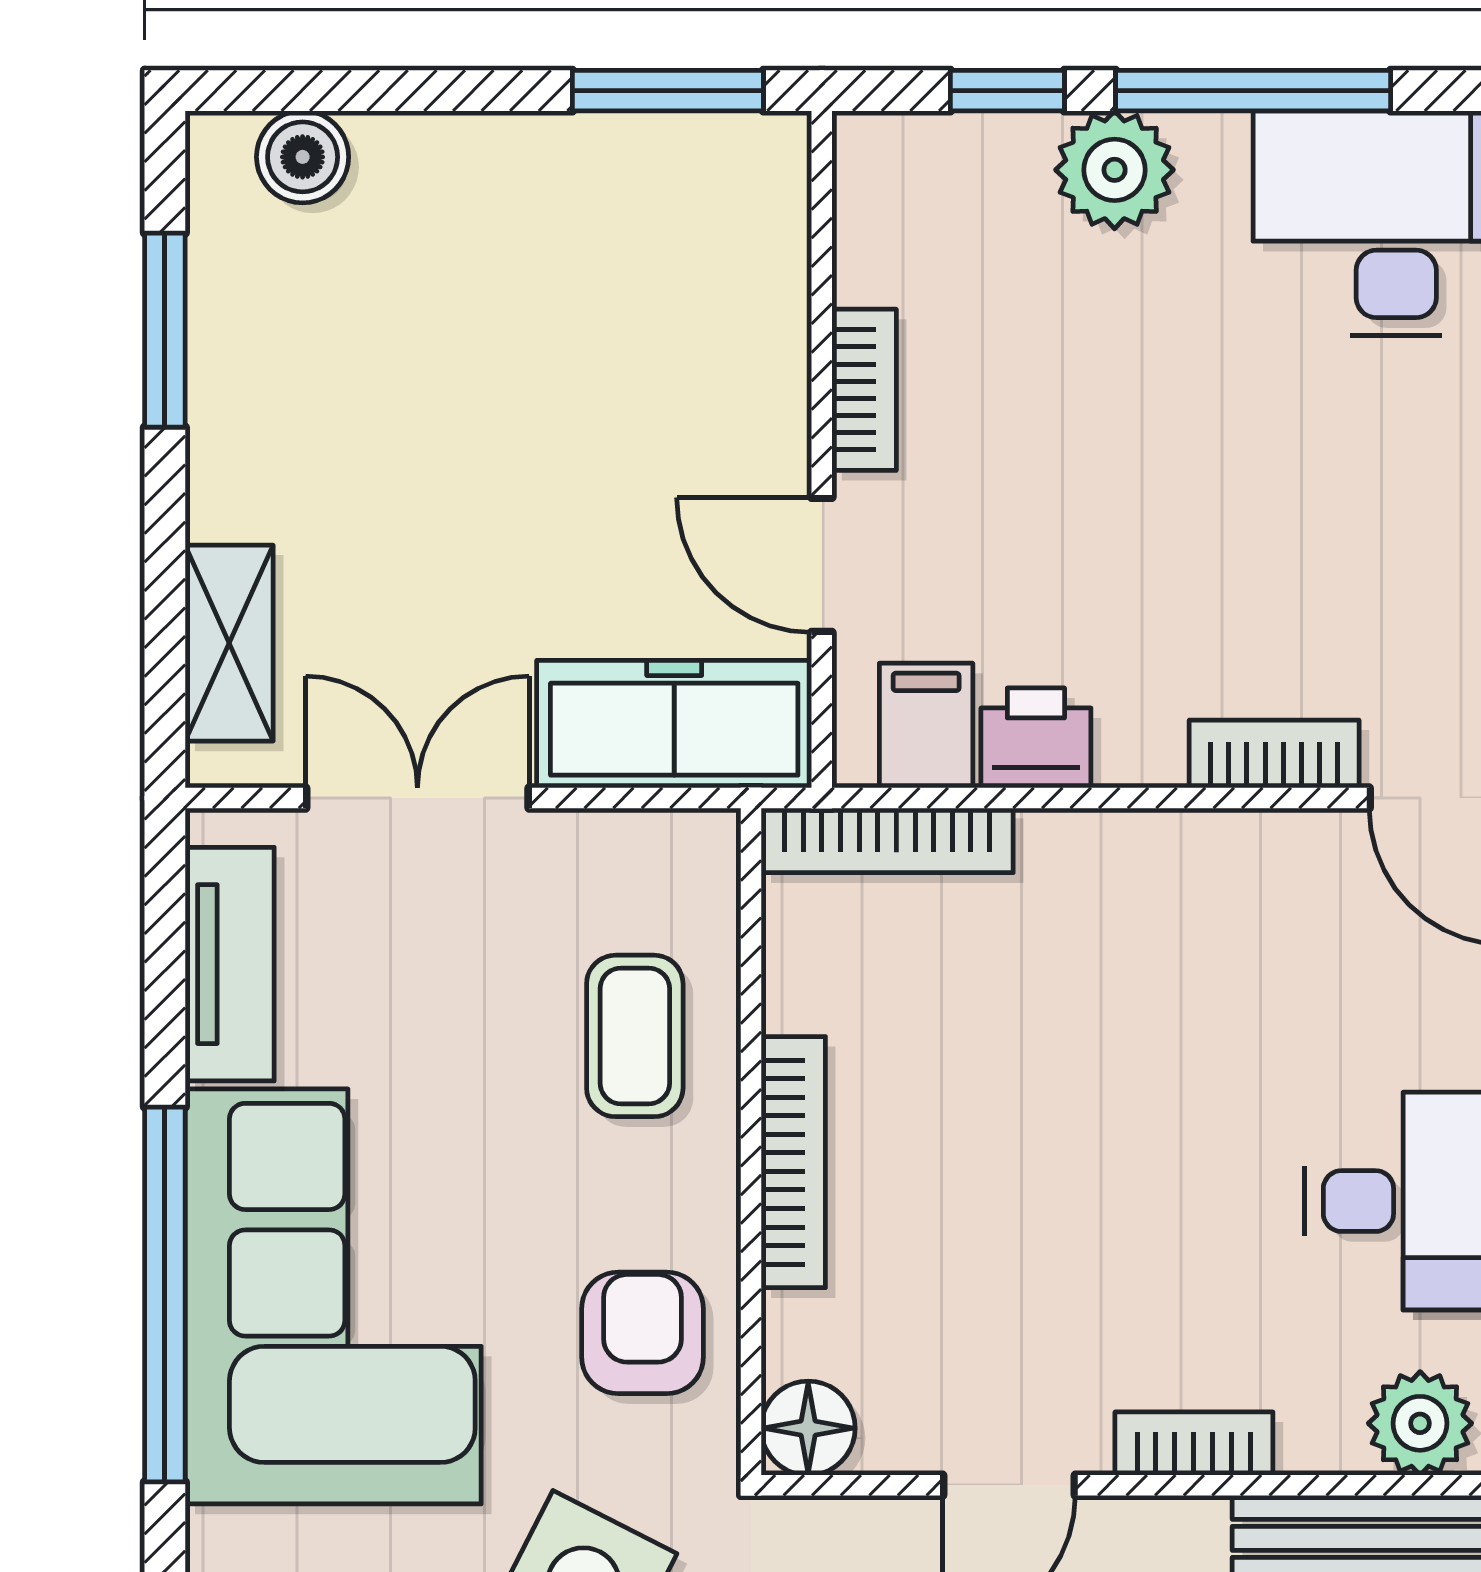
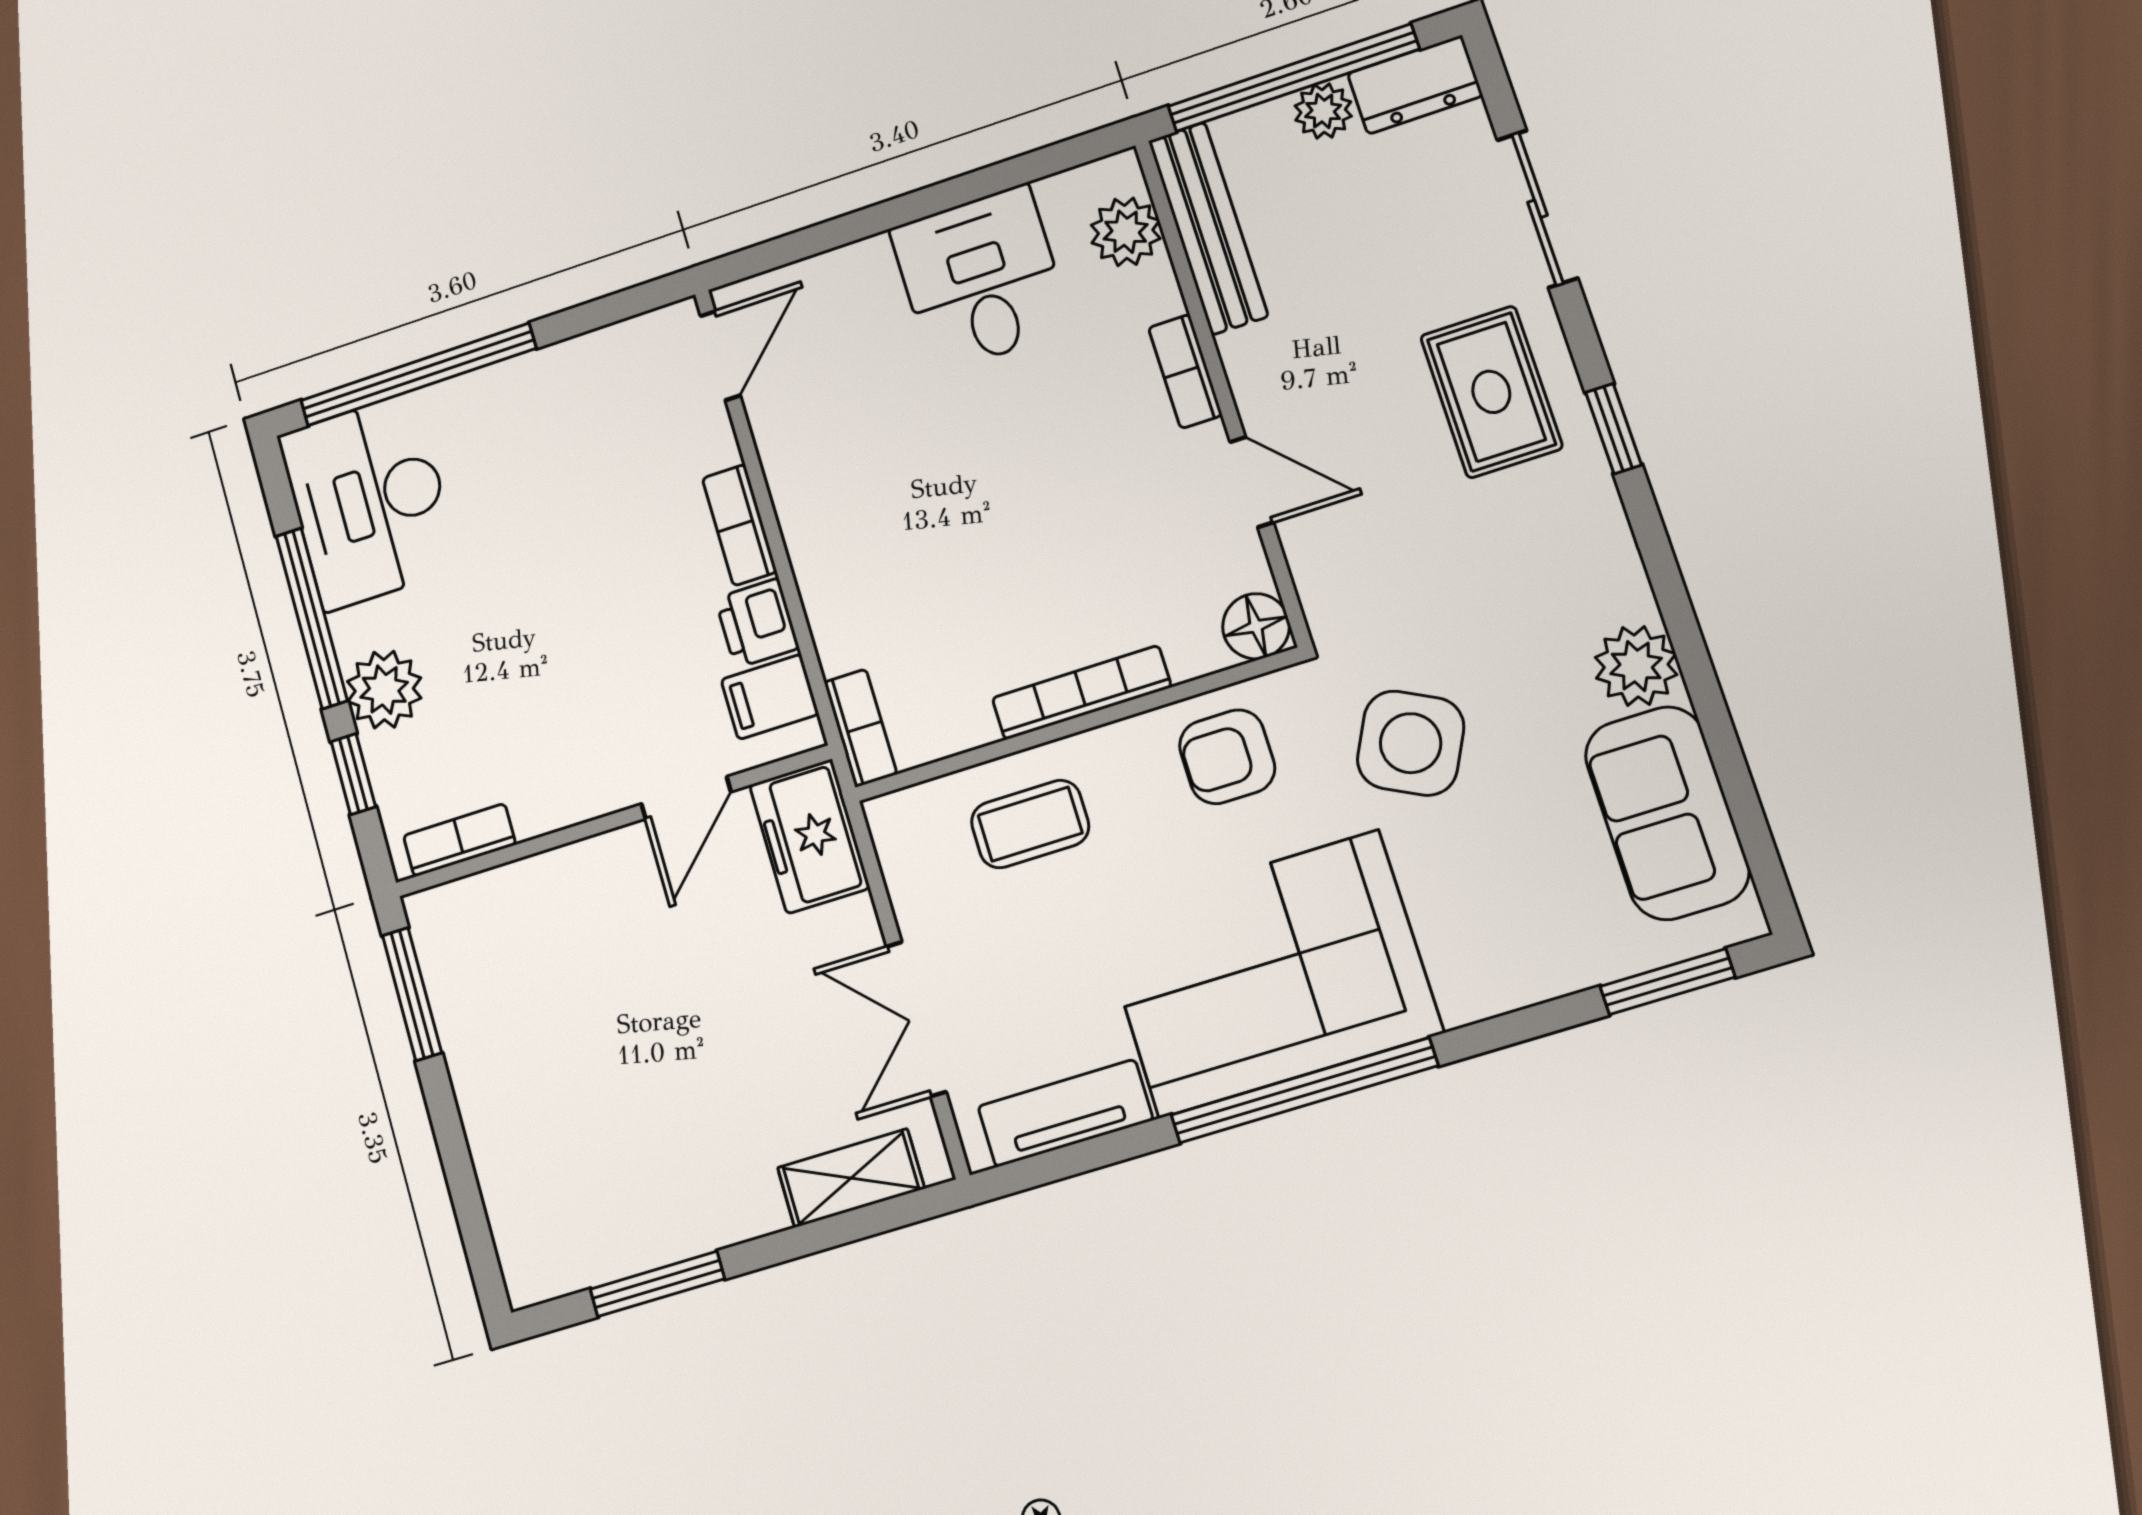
boiler: (303, 157) -> (519, 1224), removed
bookcase: (864, 390) -> (459, 840), moved
freezer: (674, 724) -> (810, 836), width x0.71
bookcase: (1274, 754) -> (739, 525), moved
bookcase: (887, 840) -> (860, 728), width x0.64

